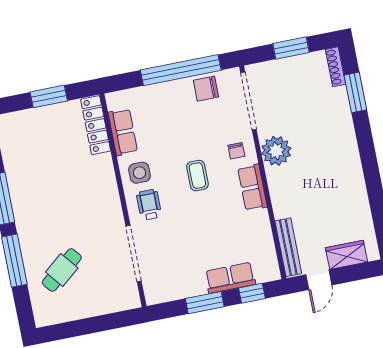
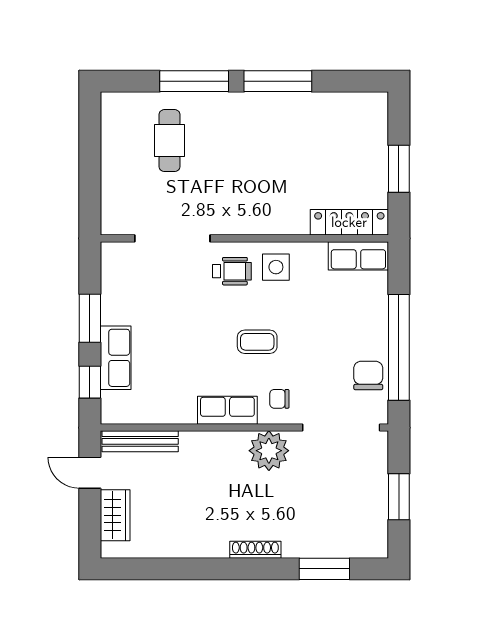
shoe rack: (335, 67) -> (255, 550), moved
row of seats: (123, 132) -> (358, 256), moved
cafe table: (62, 270) -> (170, 141), turned 39

